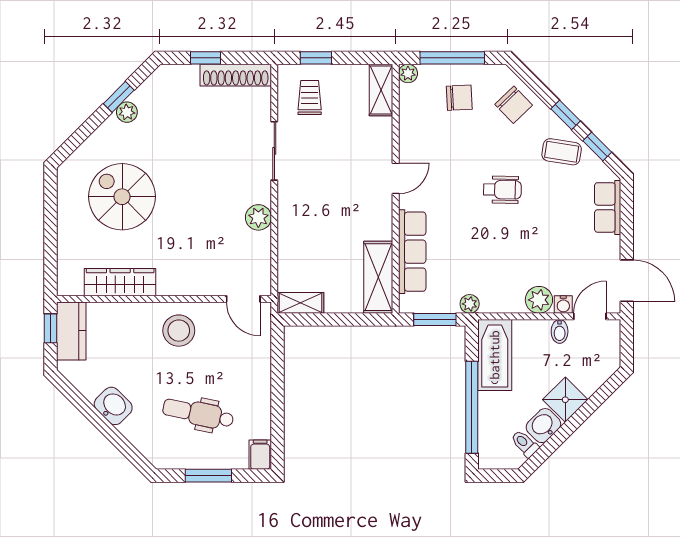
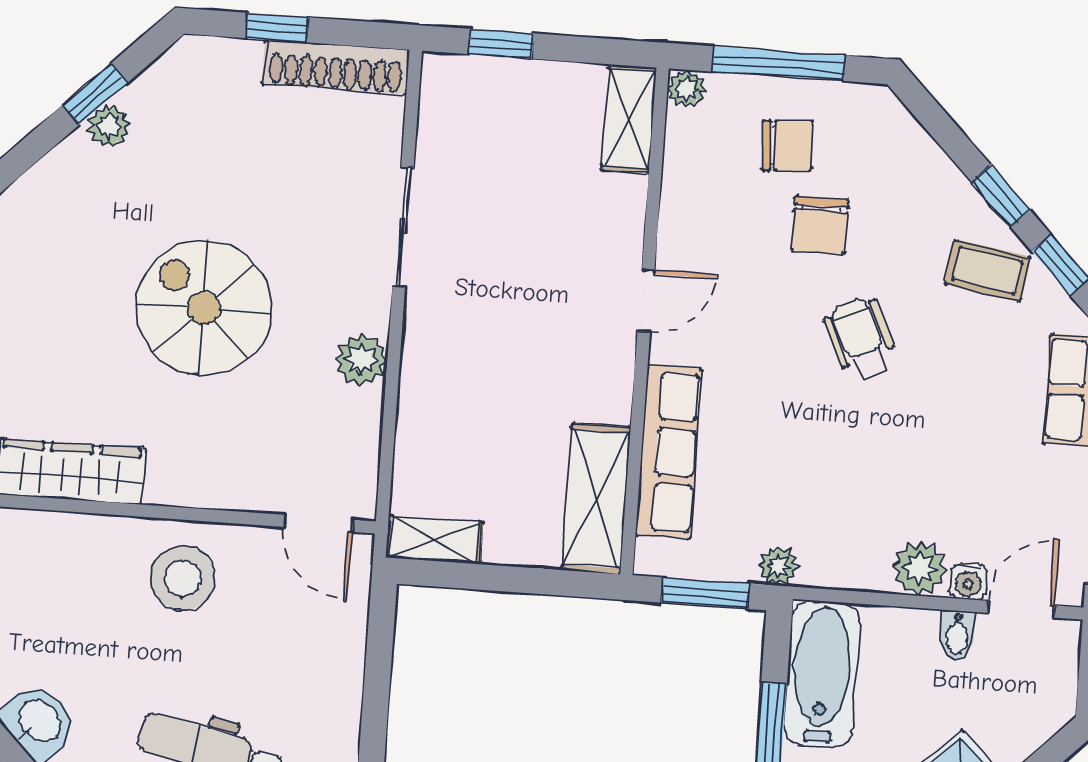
trolley: (310, 97) -> (483, 123), removed
chair: (514, 105) -> (820, 225), moved, turned 44
wheelchair: (502, 190) -> (861, 339), turned -117
spiral stairs: (122, 197) -> (203, 308), moved

